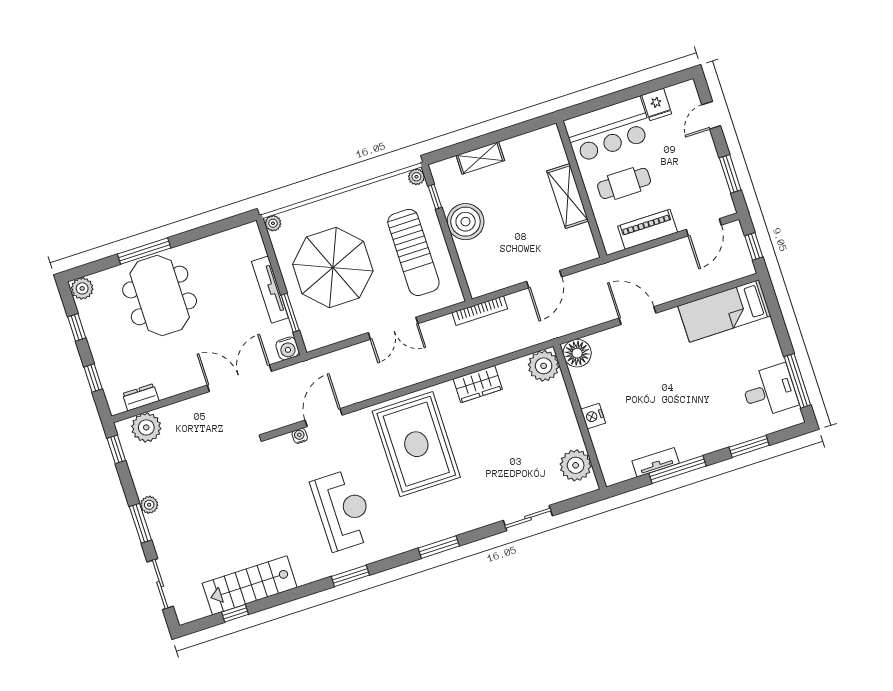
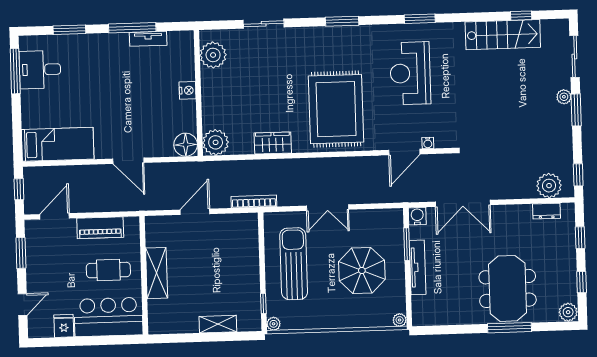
boiler: (466, 222) -> (245, 276), removed
parasol: (333, 267) -> (362, 271), width x0.73, depth x0.73
double door: (393, 328) -> (328, 208), swing flipped
plant: (149, 505) -> (564, 97), moved

